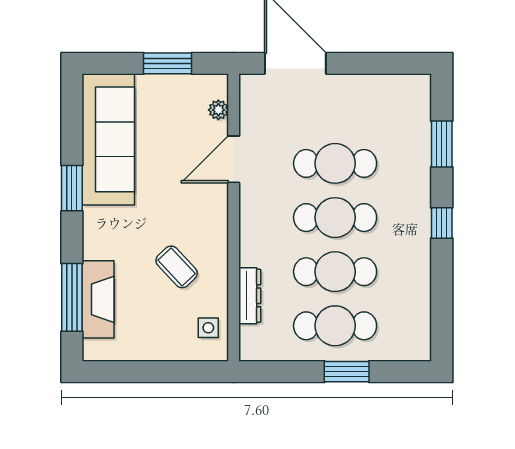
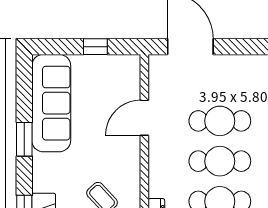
window: (168, 63) -> (95, 47), width x0.67
plant: (218, 110) -> (133, 81), removed

